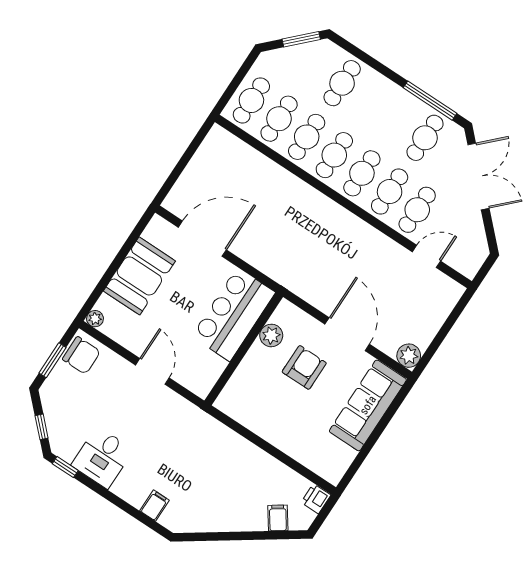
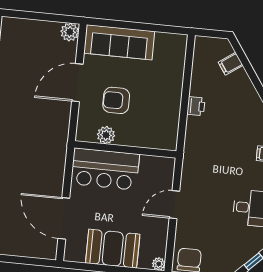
printer: (316, 499) -> (196, 106), moved, turned -90

